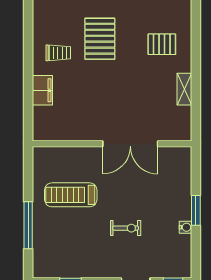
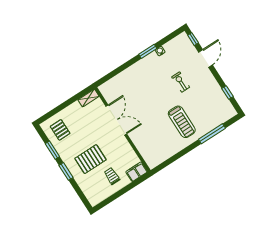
pallet: (162, 44) -> (60, 130), moved
wall: (112, 144) -> (122, 130), moved
double door: (130, 144) -> (116, 120), moved

